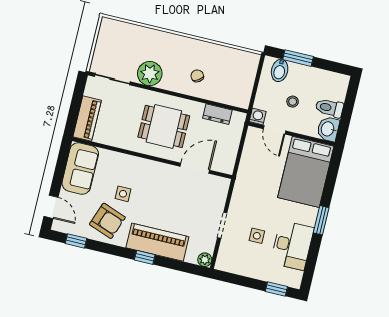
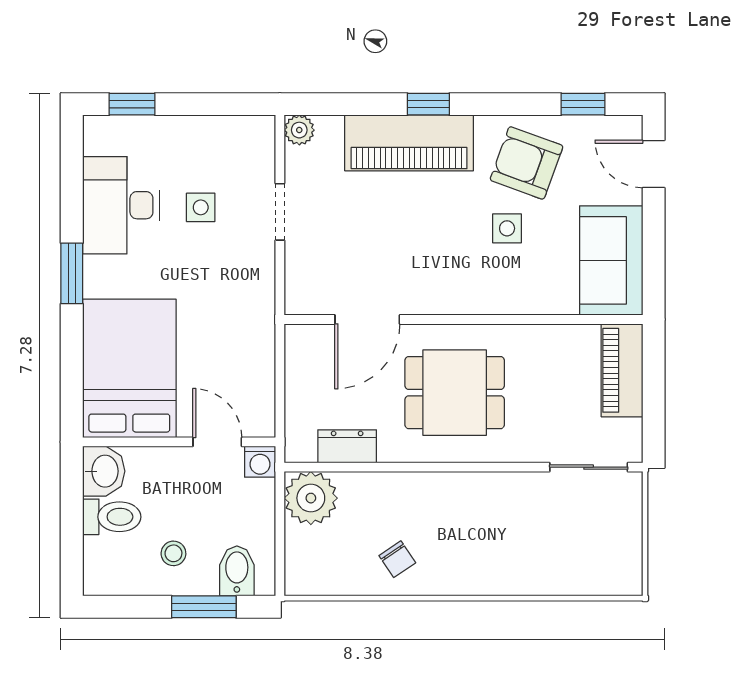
plant: (150, 74) -> (311, 498), moved
chair: (197, 76) -> (397, 559), moved
stool: (293, 102) -> (173, 553), moved

